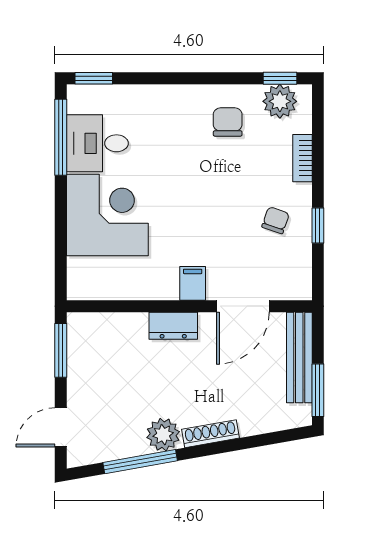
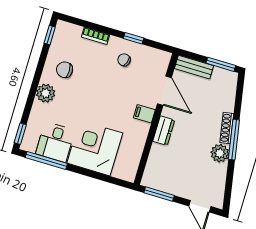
plant: (280, 101) -> (46, 93), moved
bench: (299, 357) -> (194, 67), width x0.73
window: (140, 462) -> (234, 140), moved

